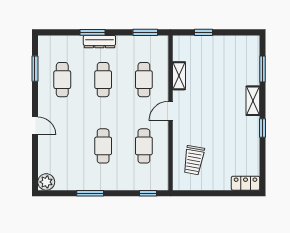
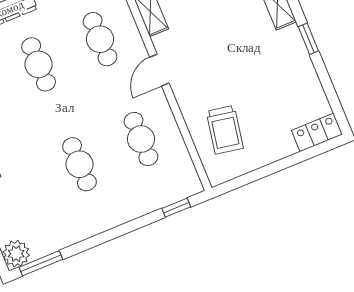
window: (90, 193) -> (41, 263), moved

